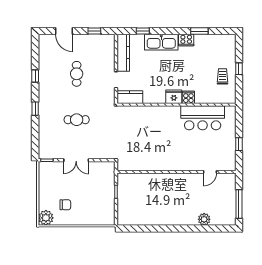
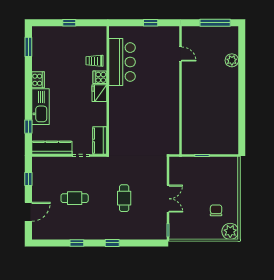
window: (199, 31) -> (28, 47), moved
trolley: (223, 76) -> (95, 61), moved

